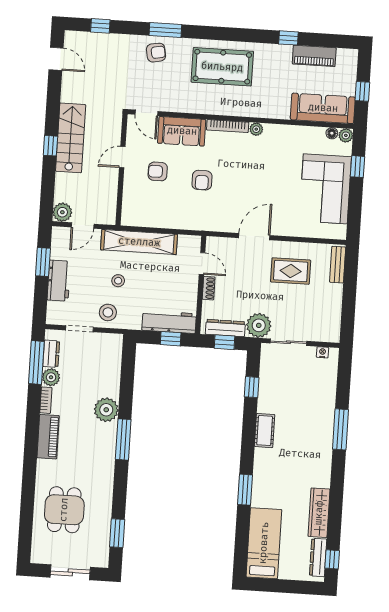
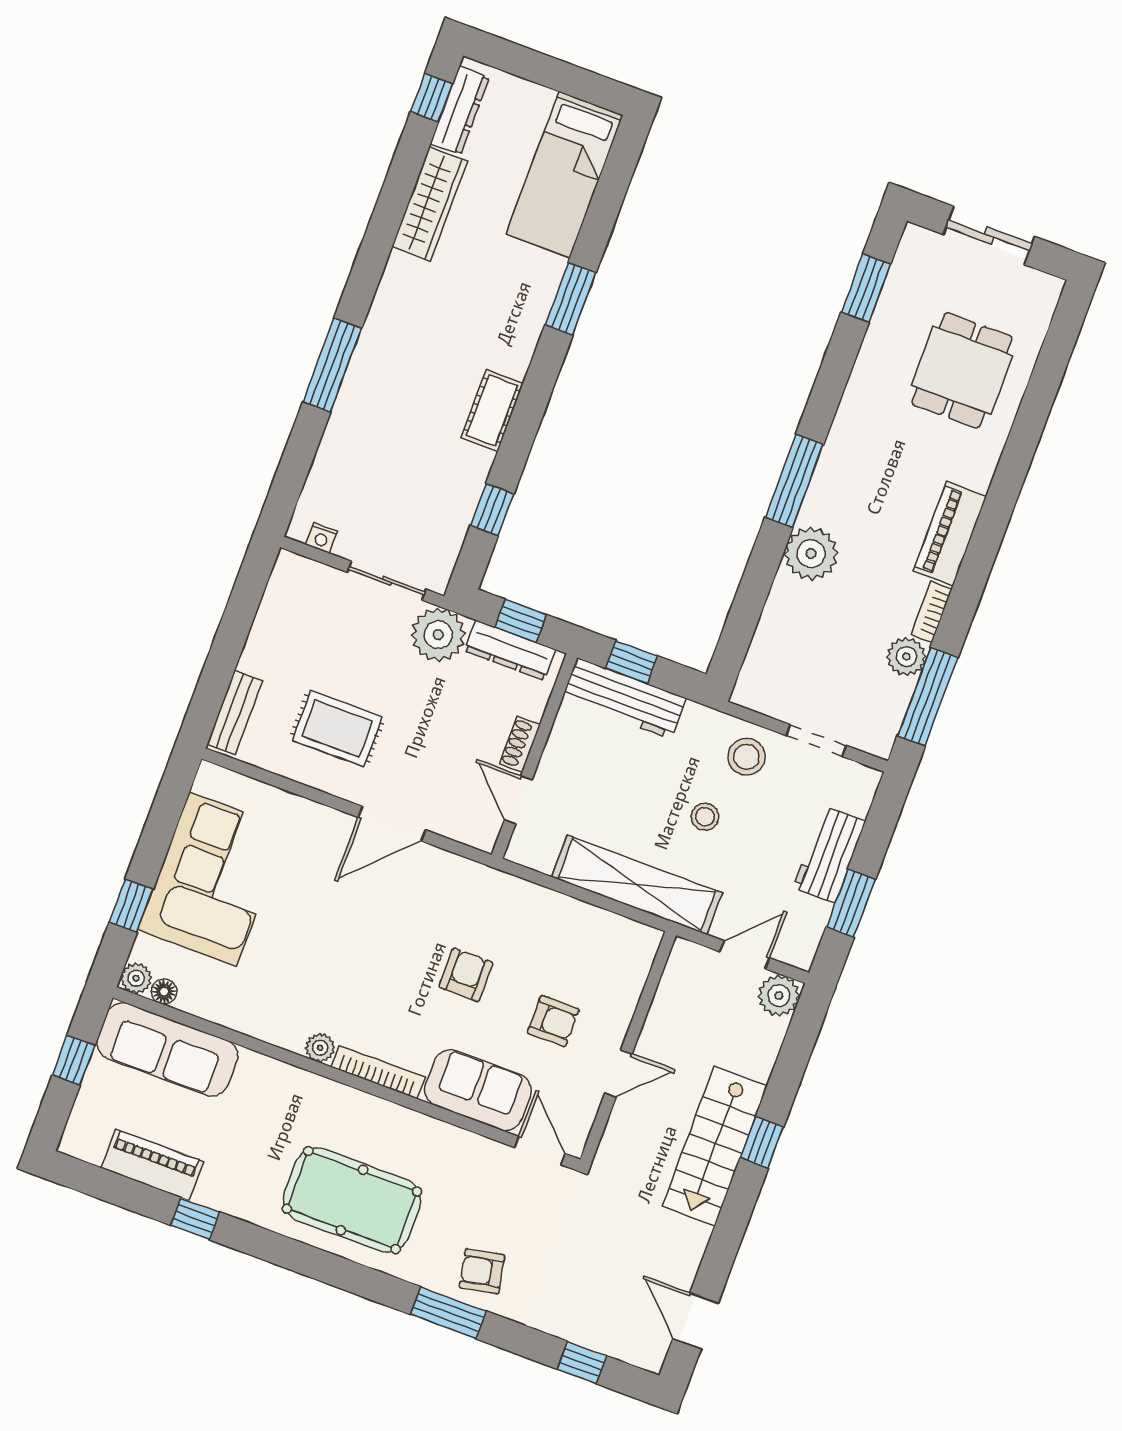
dresser: (51, 354) -> (891, 706), removed

